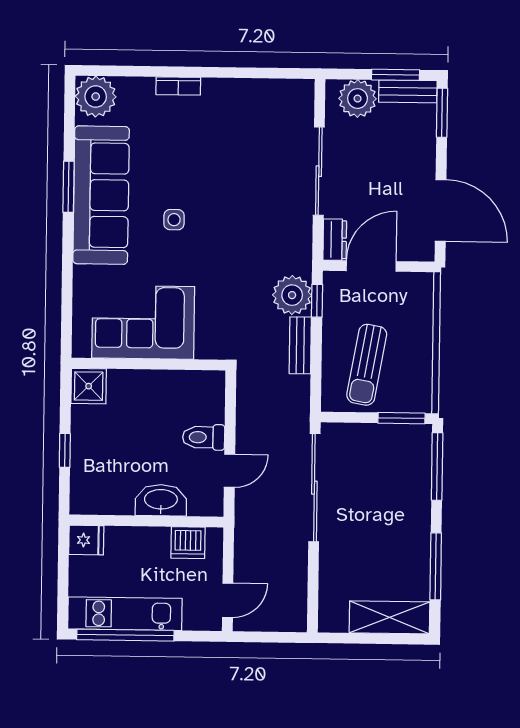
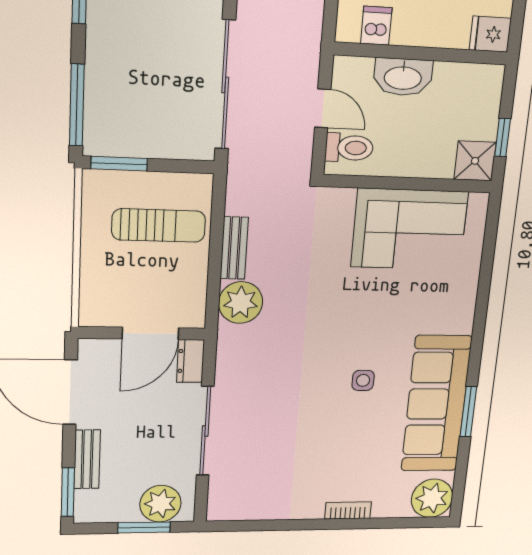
window: (395, 75) -> (144, 527), moved
bench: (408, 91) -> (87, 459), moved, turned 90
window: (317, 301) -> (213, 296), removed
corner sofa: (143, 322) -> (410, 229), moved
wall: (148, 364) -> (408, 184), moved
sun lounger: (367, 365) -> (159, 225), turned 80
shower: (89, 386) -> (475, 161), moved
door: (229, 471) -> (323, 108), swing flipped
dishwasher: (188, 543) -> (376, 26), width x0.73

